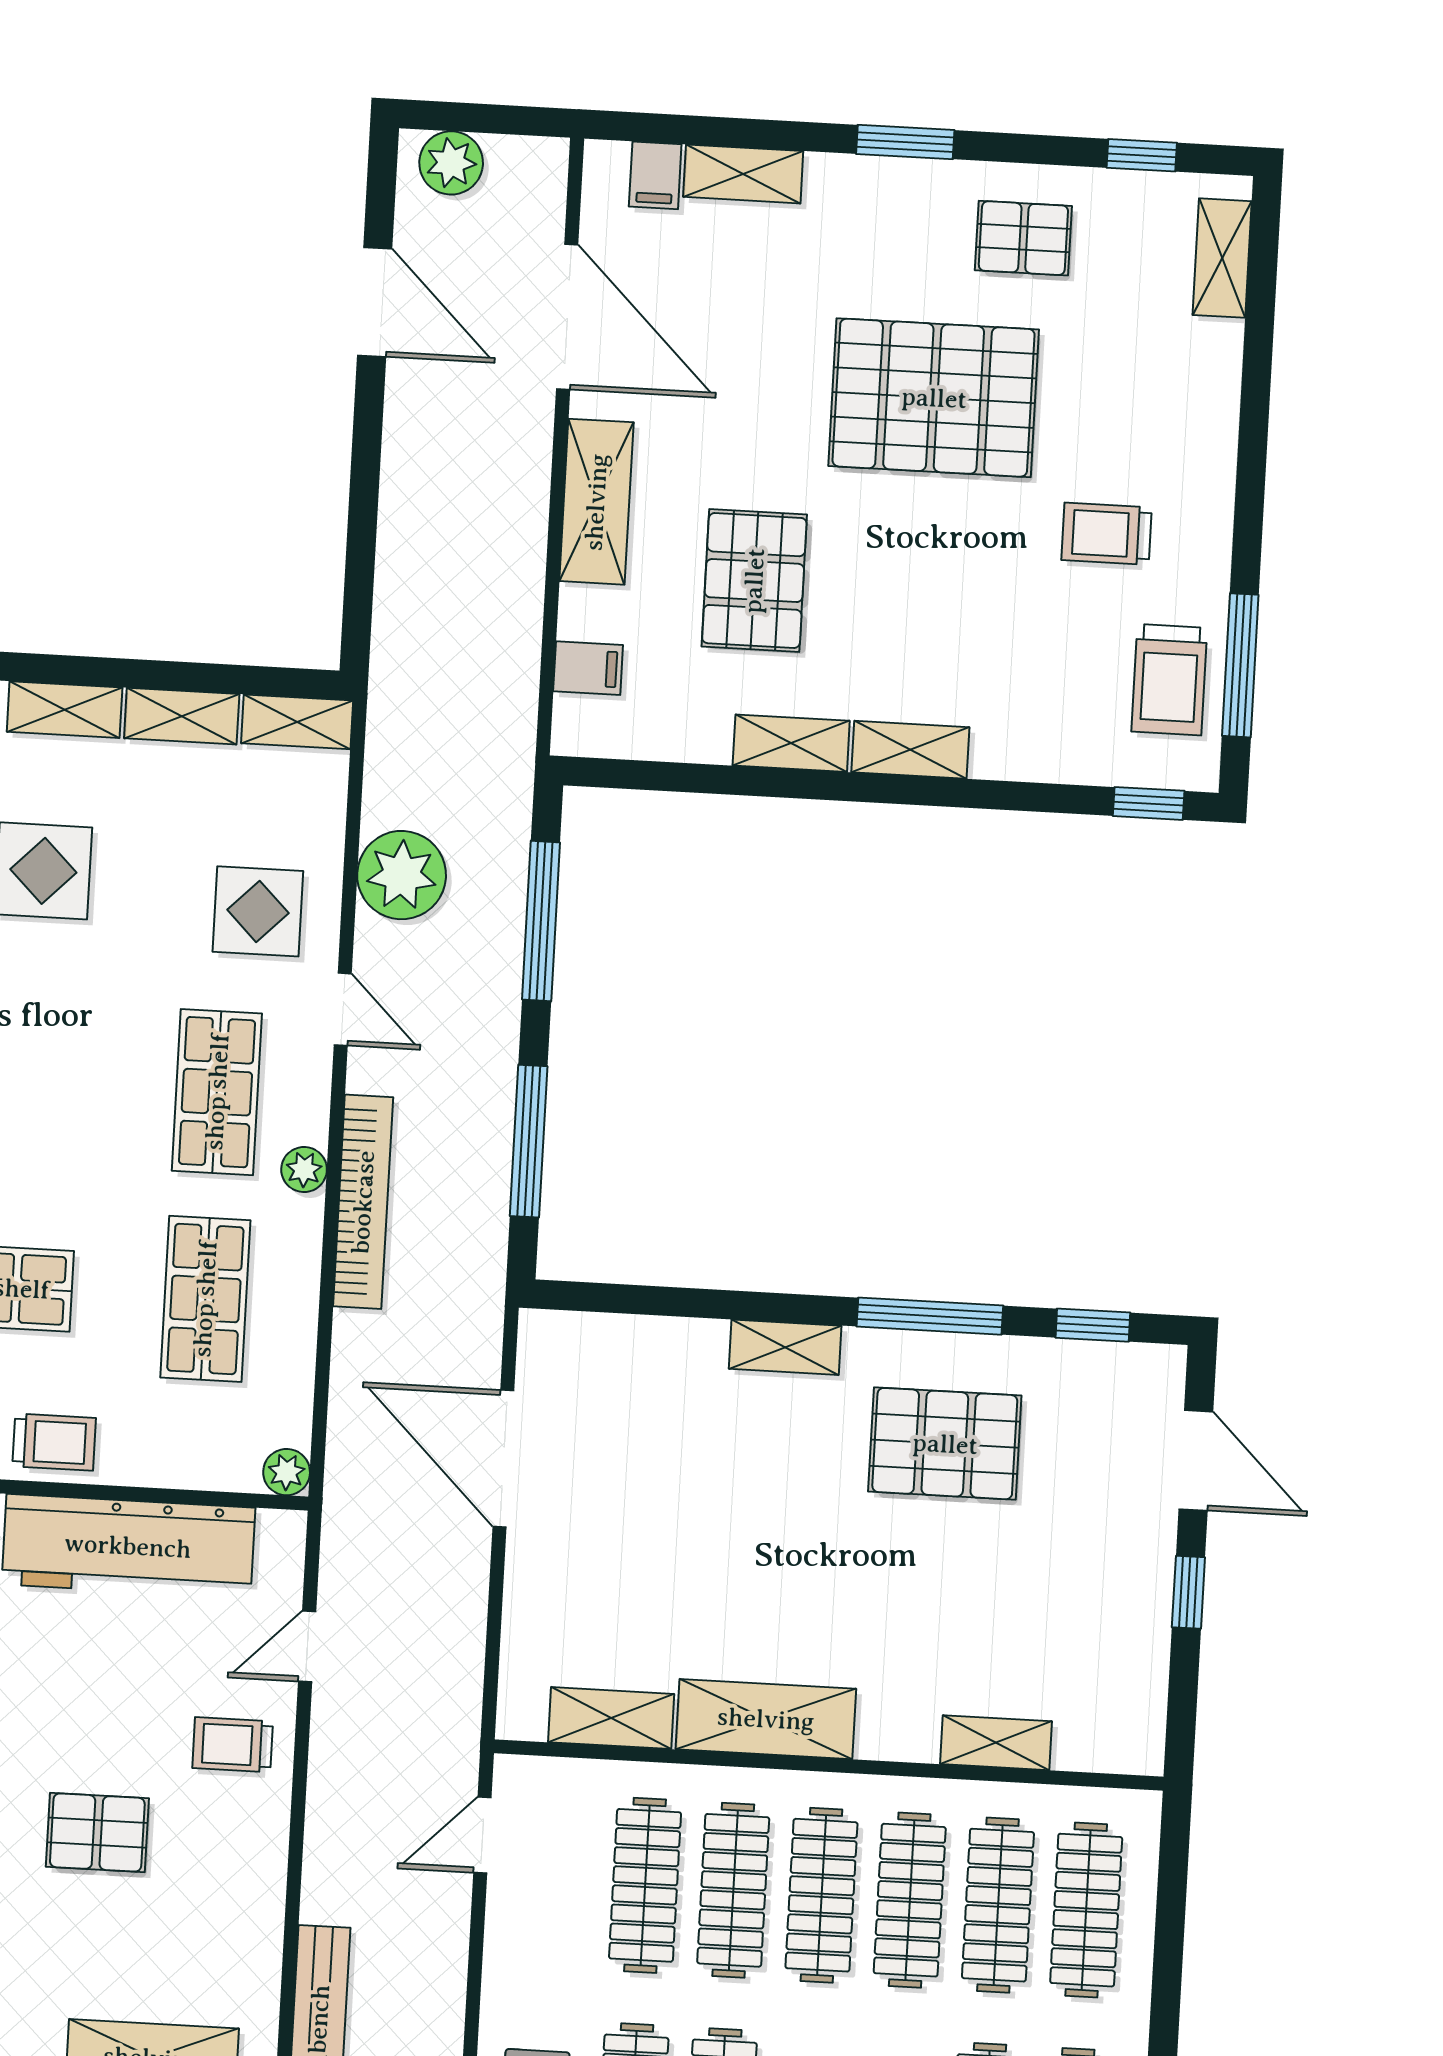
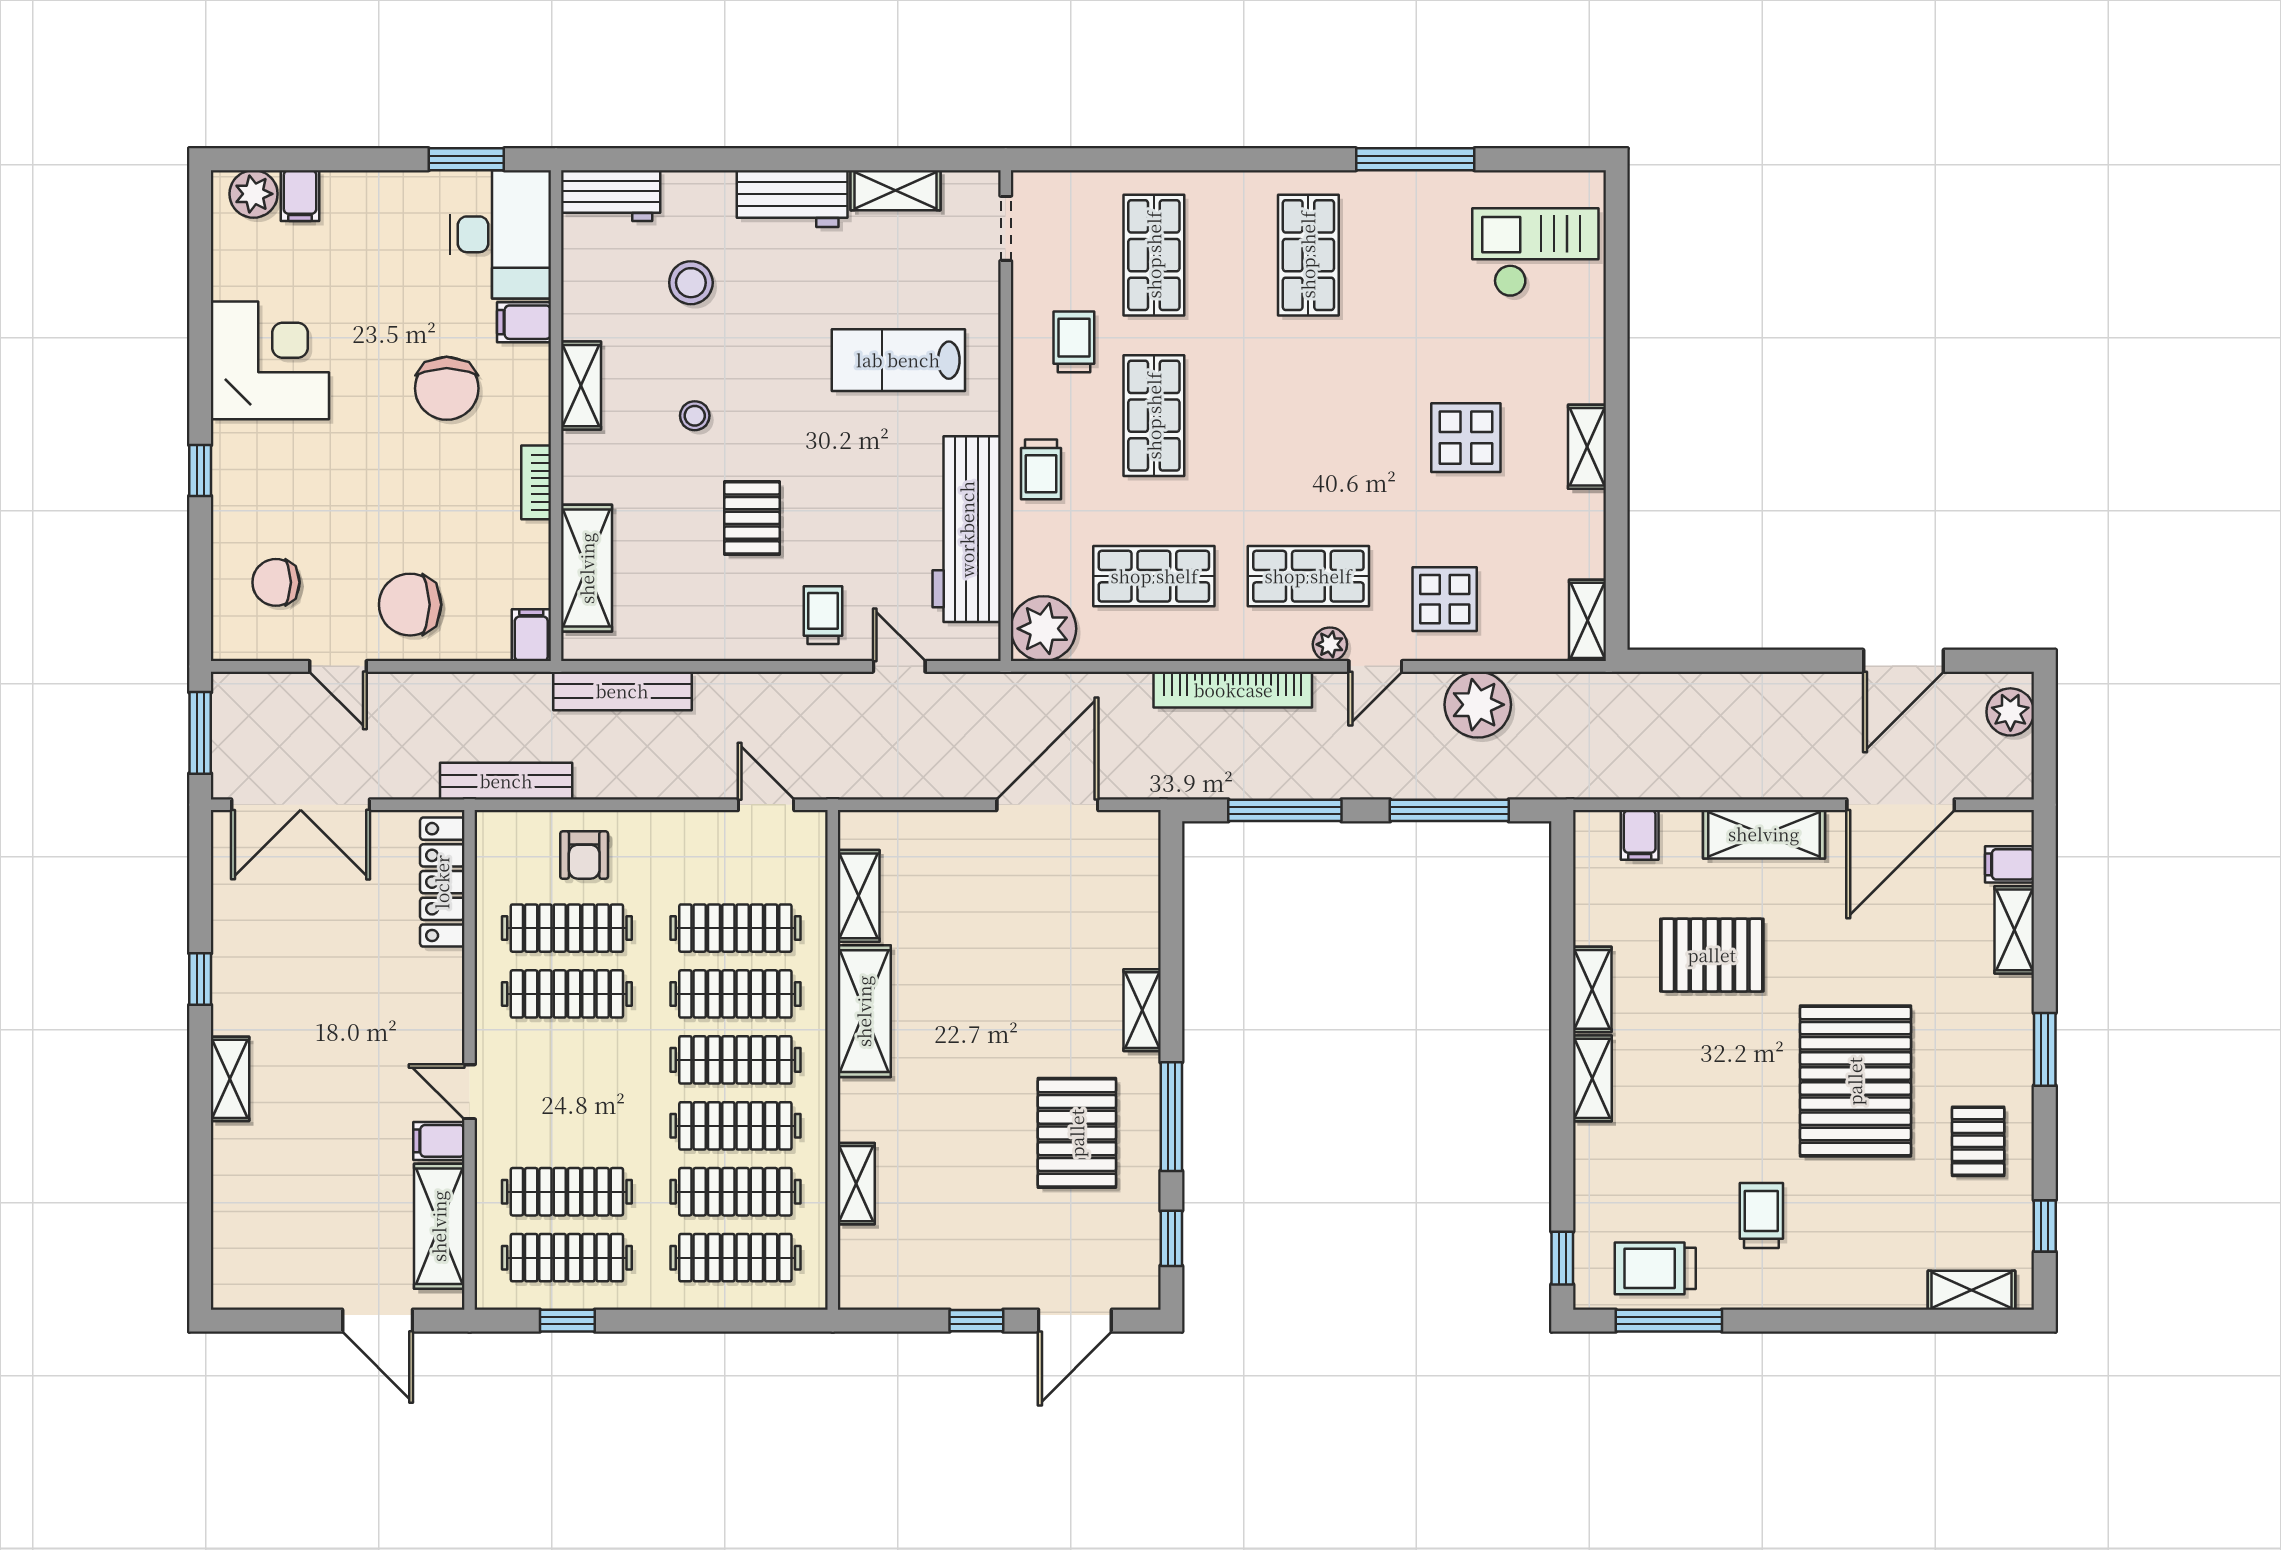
shelving: (182, 716) -> (1587, 534), removed
plant: (304, 1170) -> (1330, 644), moved
plant: (287, 1472) -> (1043, 629), width x1.88, depth x1.88

